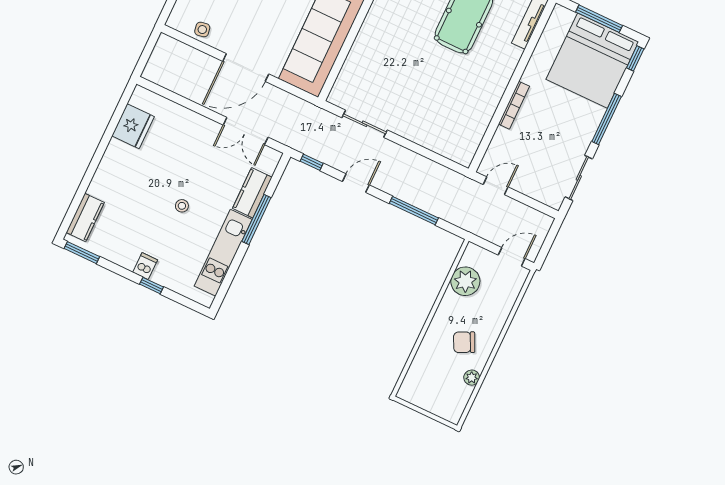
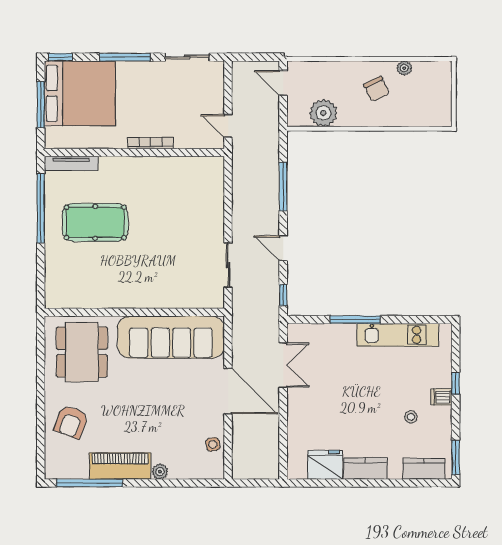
kitchen counter: (252, 193) -> (365, 468), moved, turned 180
stool: (182, 206) -> (411, 417), moved

